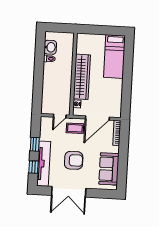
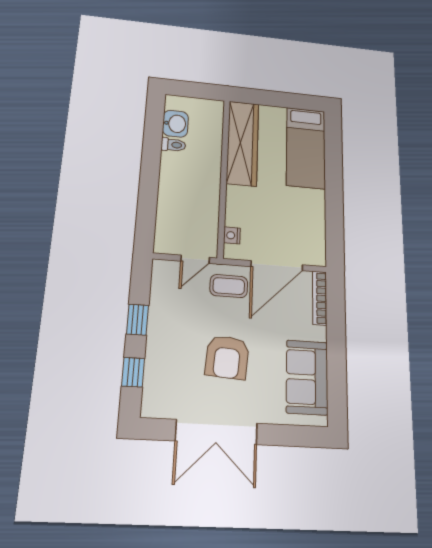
wardrobe: (82, 77) -> (243, 143), moved
armchair: (74, 160) -> (227, 357), turned 94
tv unit: (44, 164) -> (158, 364), removed

